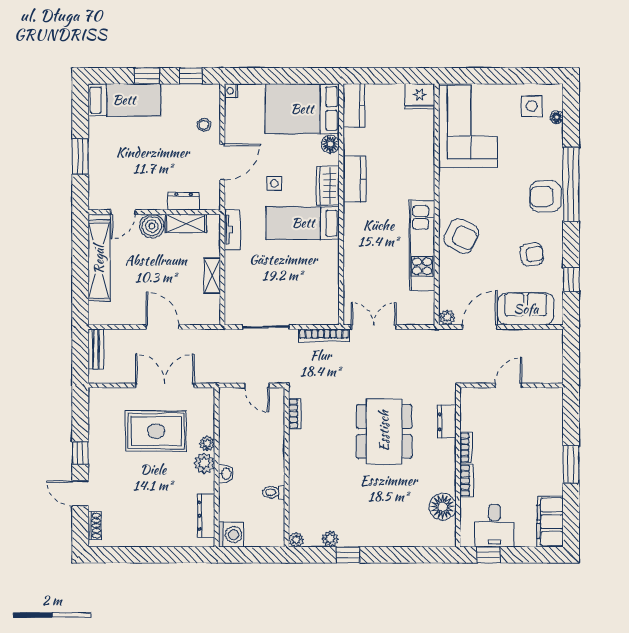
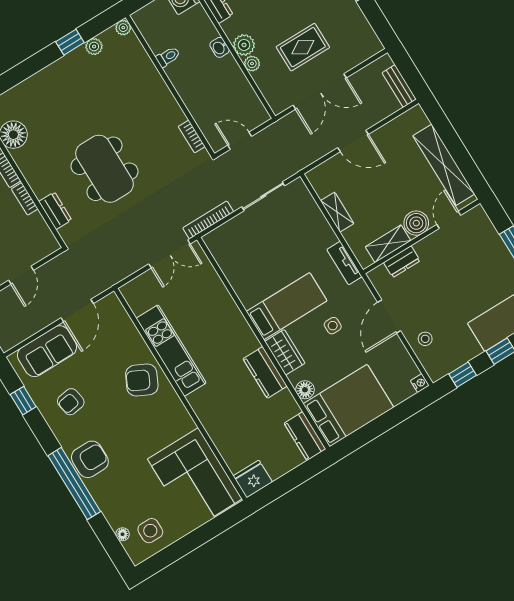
plant: (447, 317) -> (111, 302), removed
rug: (156, 431) -> (303, 47), width x0.73, depth x0.70

